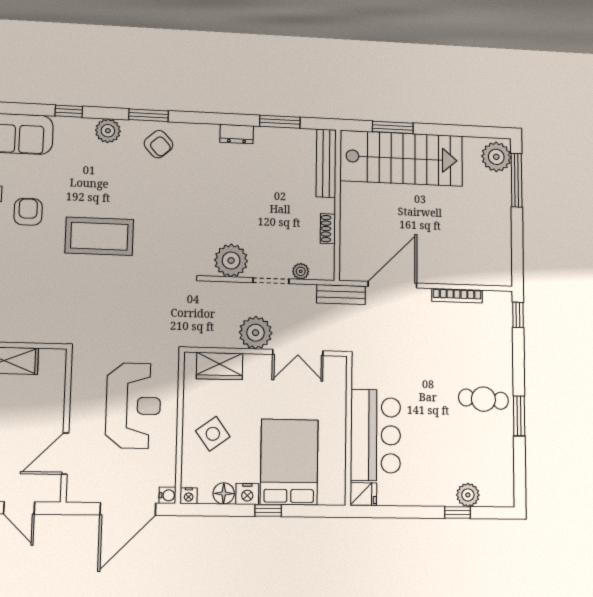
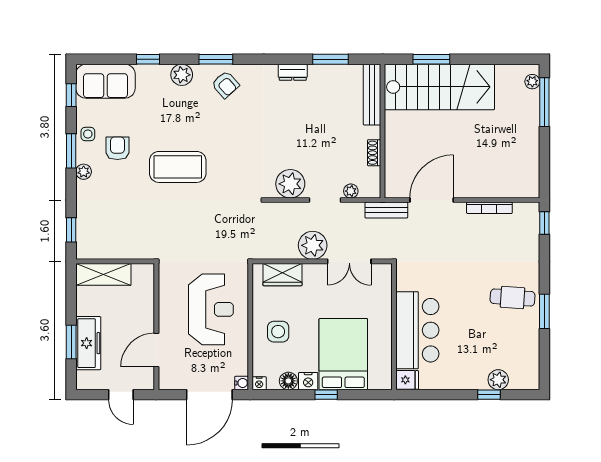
plant: (496, 157) -> (532, 82), width x0.53, depth x0.53
side table: (213, 434) -> (278, 332), turned 36

